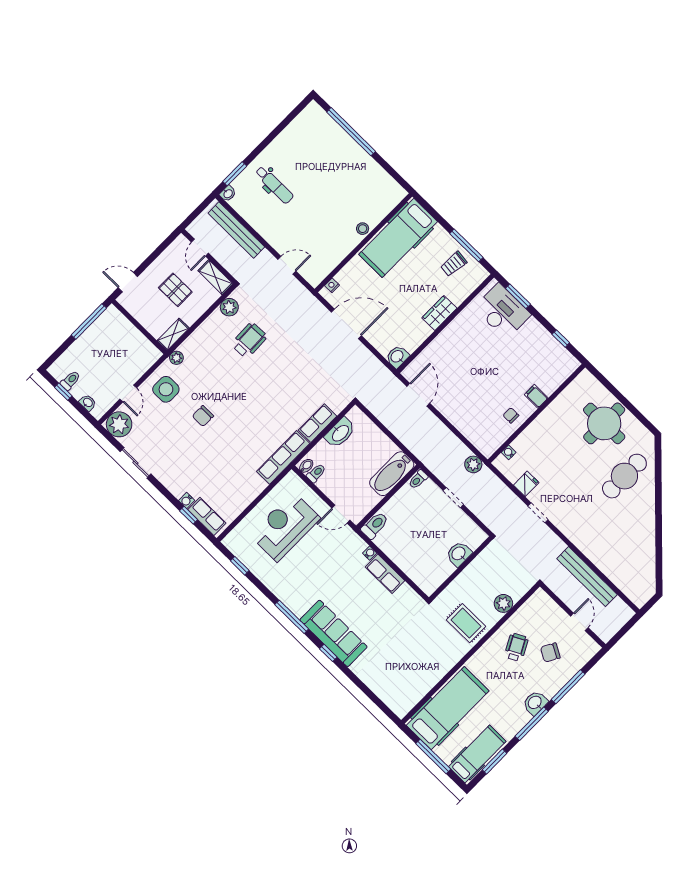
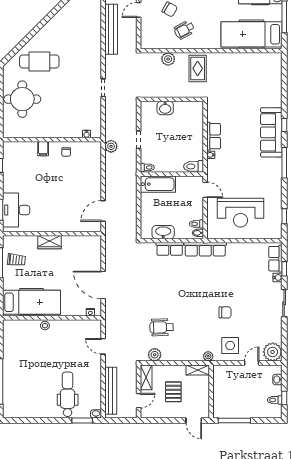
dental chair: (274, 185) -> (68, 394), width x1.36, depth x1.38
washbasin: (397, 357) -> (94, 242), removed
sliding door: (135, 463) -> (284, 303), moved
fridge: (526, 484) -> (94, 109), removed

